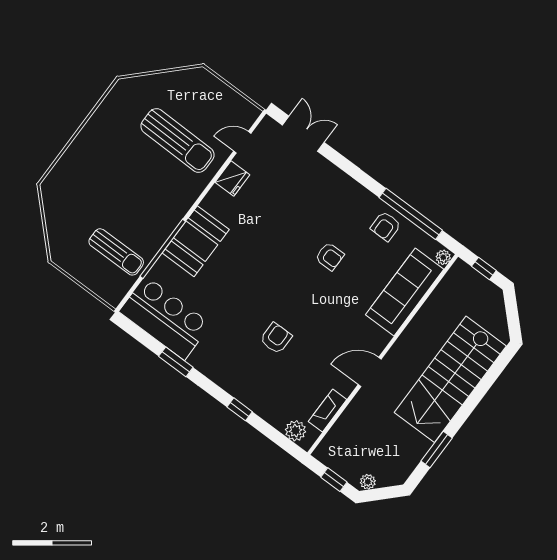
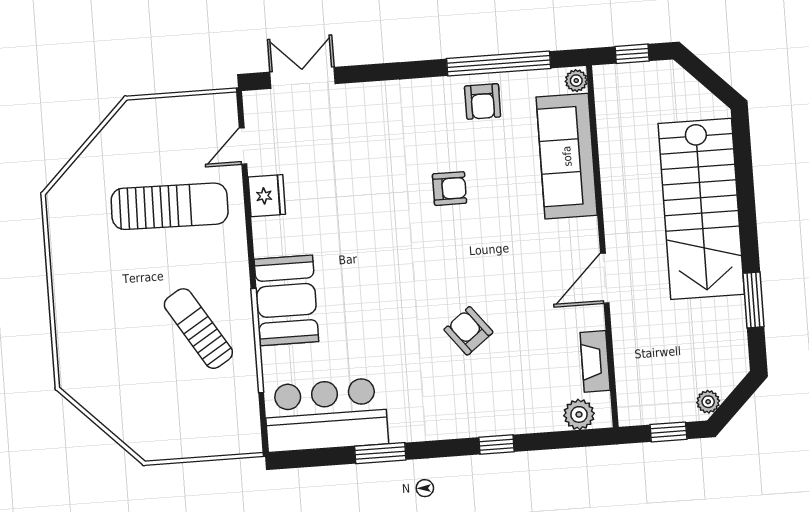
sun lounger: (116, 252) -> (198, 329), moved, turned -122
armchair: (276, 338) -> (468, 331), turned -38

